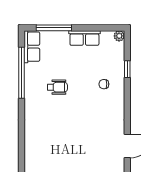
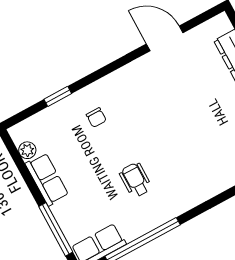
plant: (119, 36) -> (27, 150), moved

